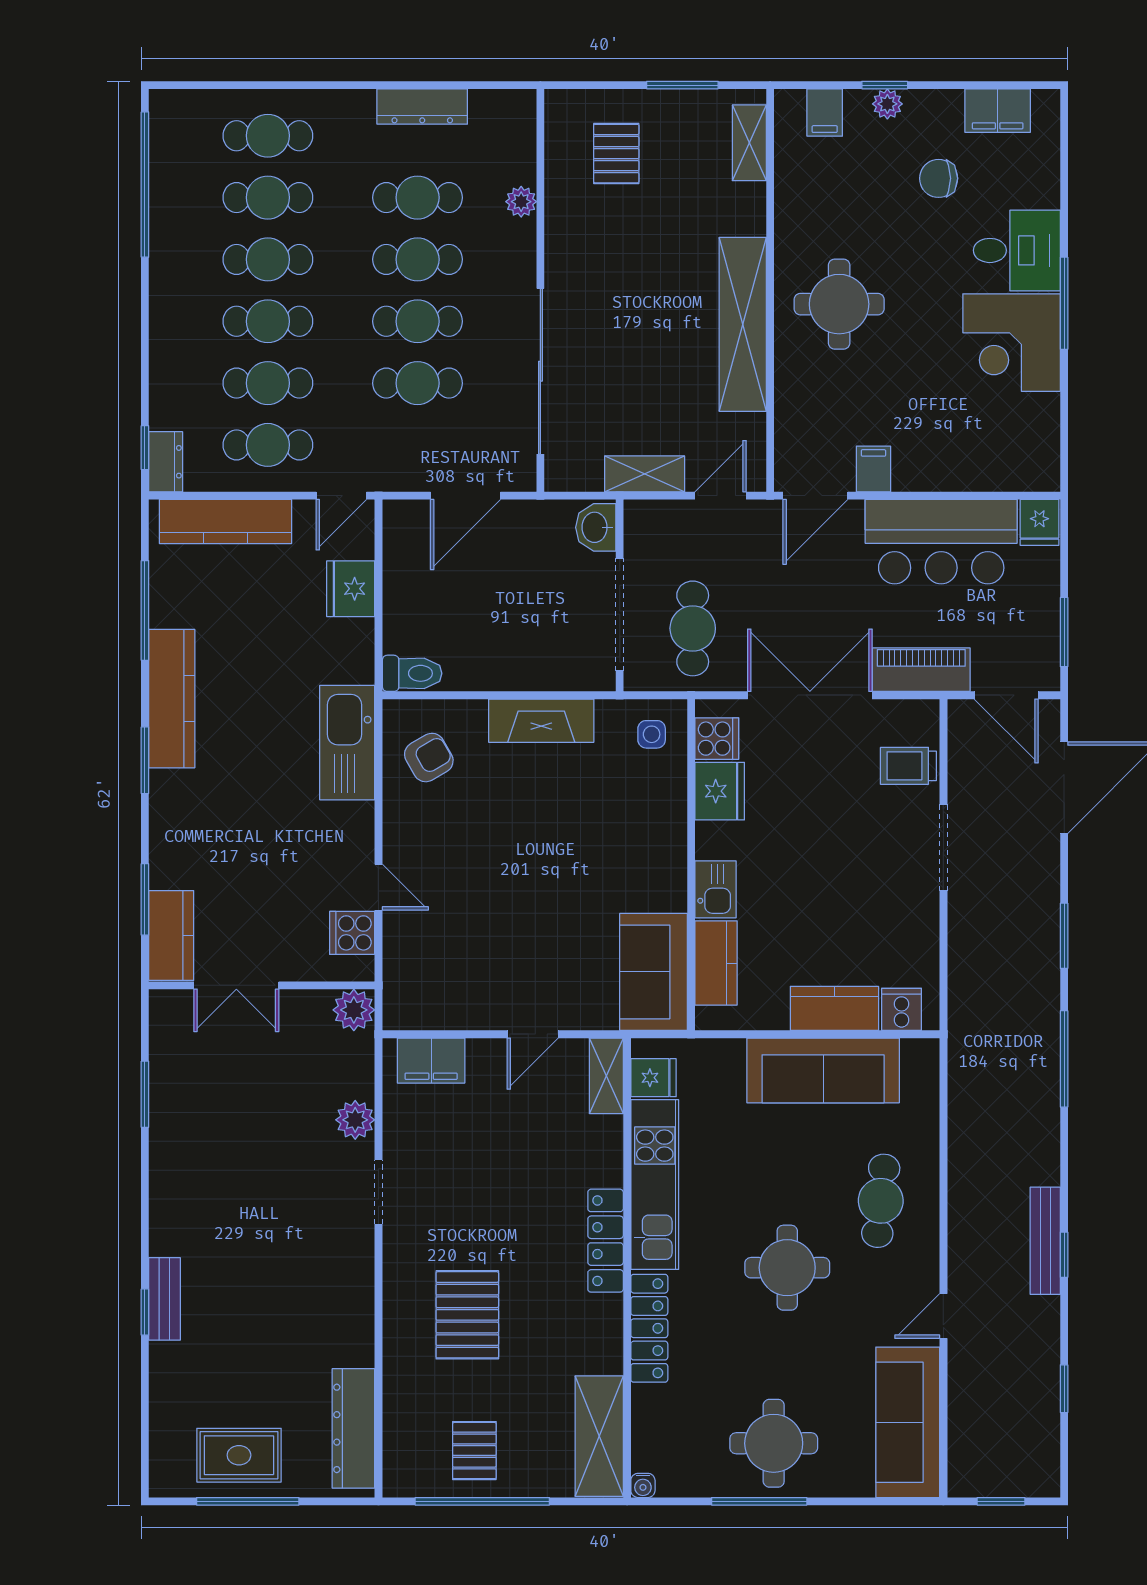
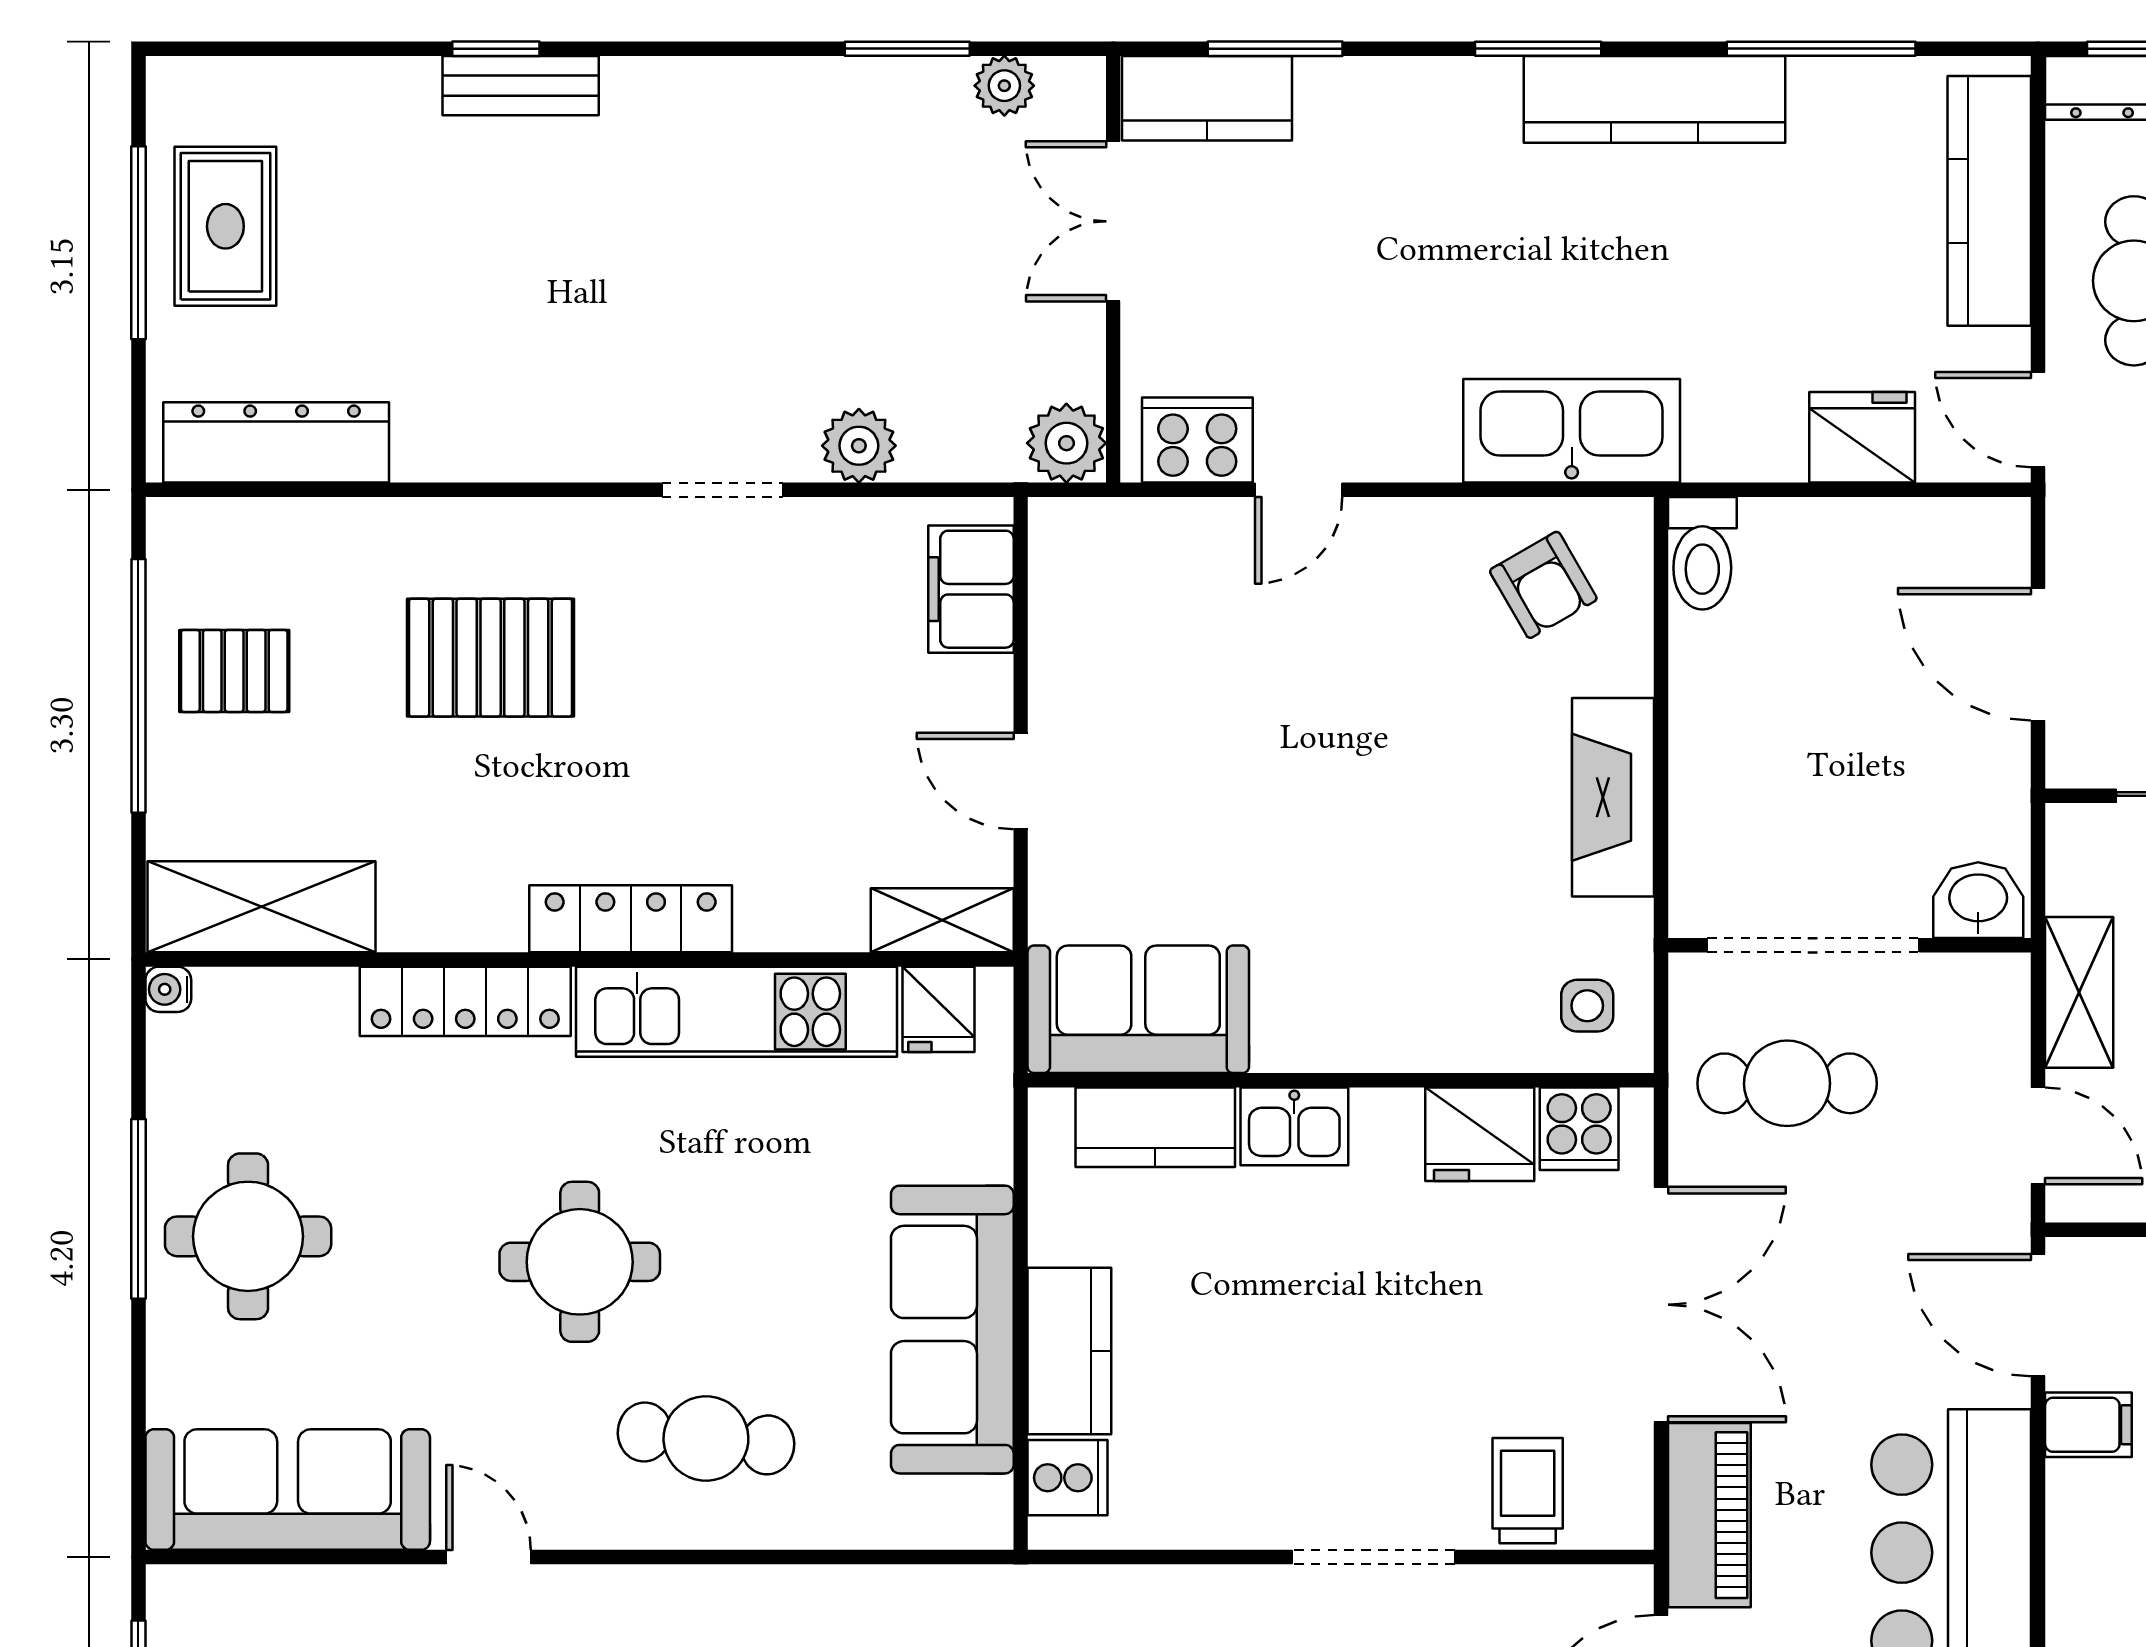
cooker: (352, 933) -> (1197, 440), width x1.36
plant: (165, 1043) -> (1004, 86), added

